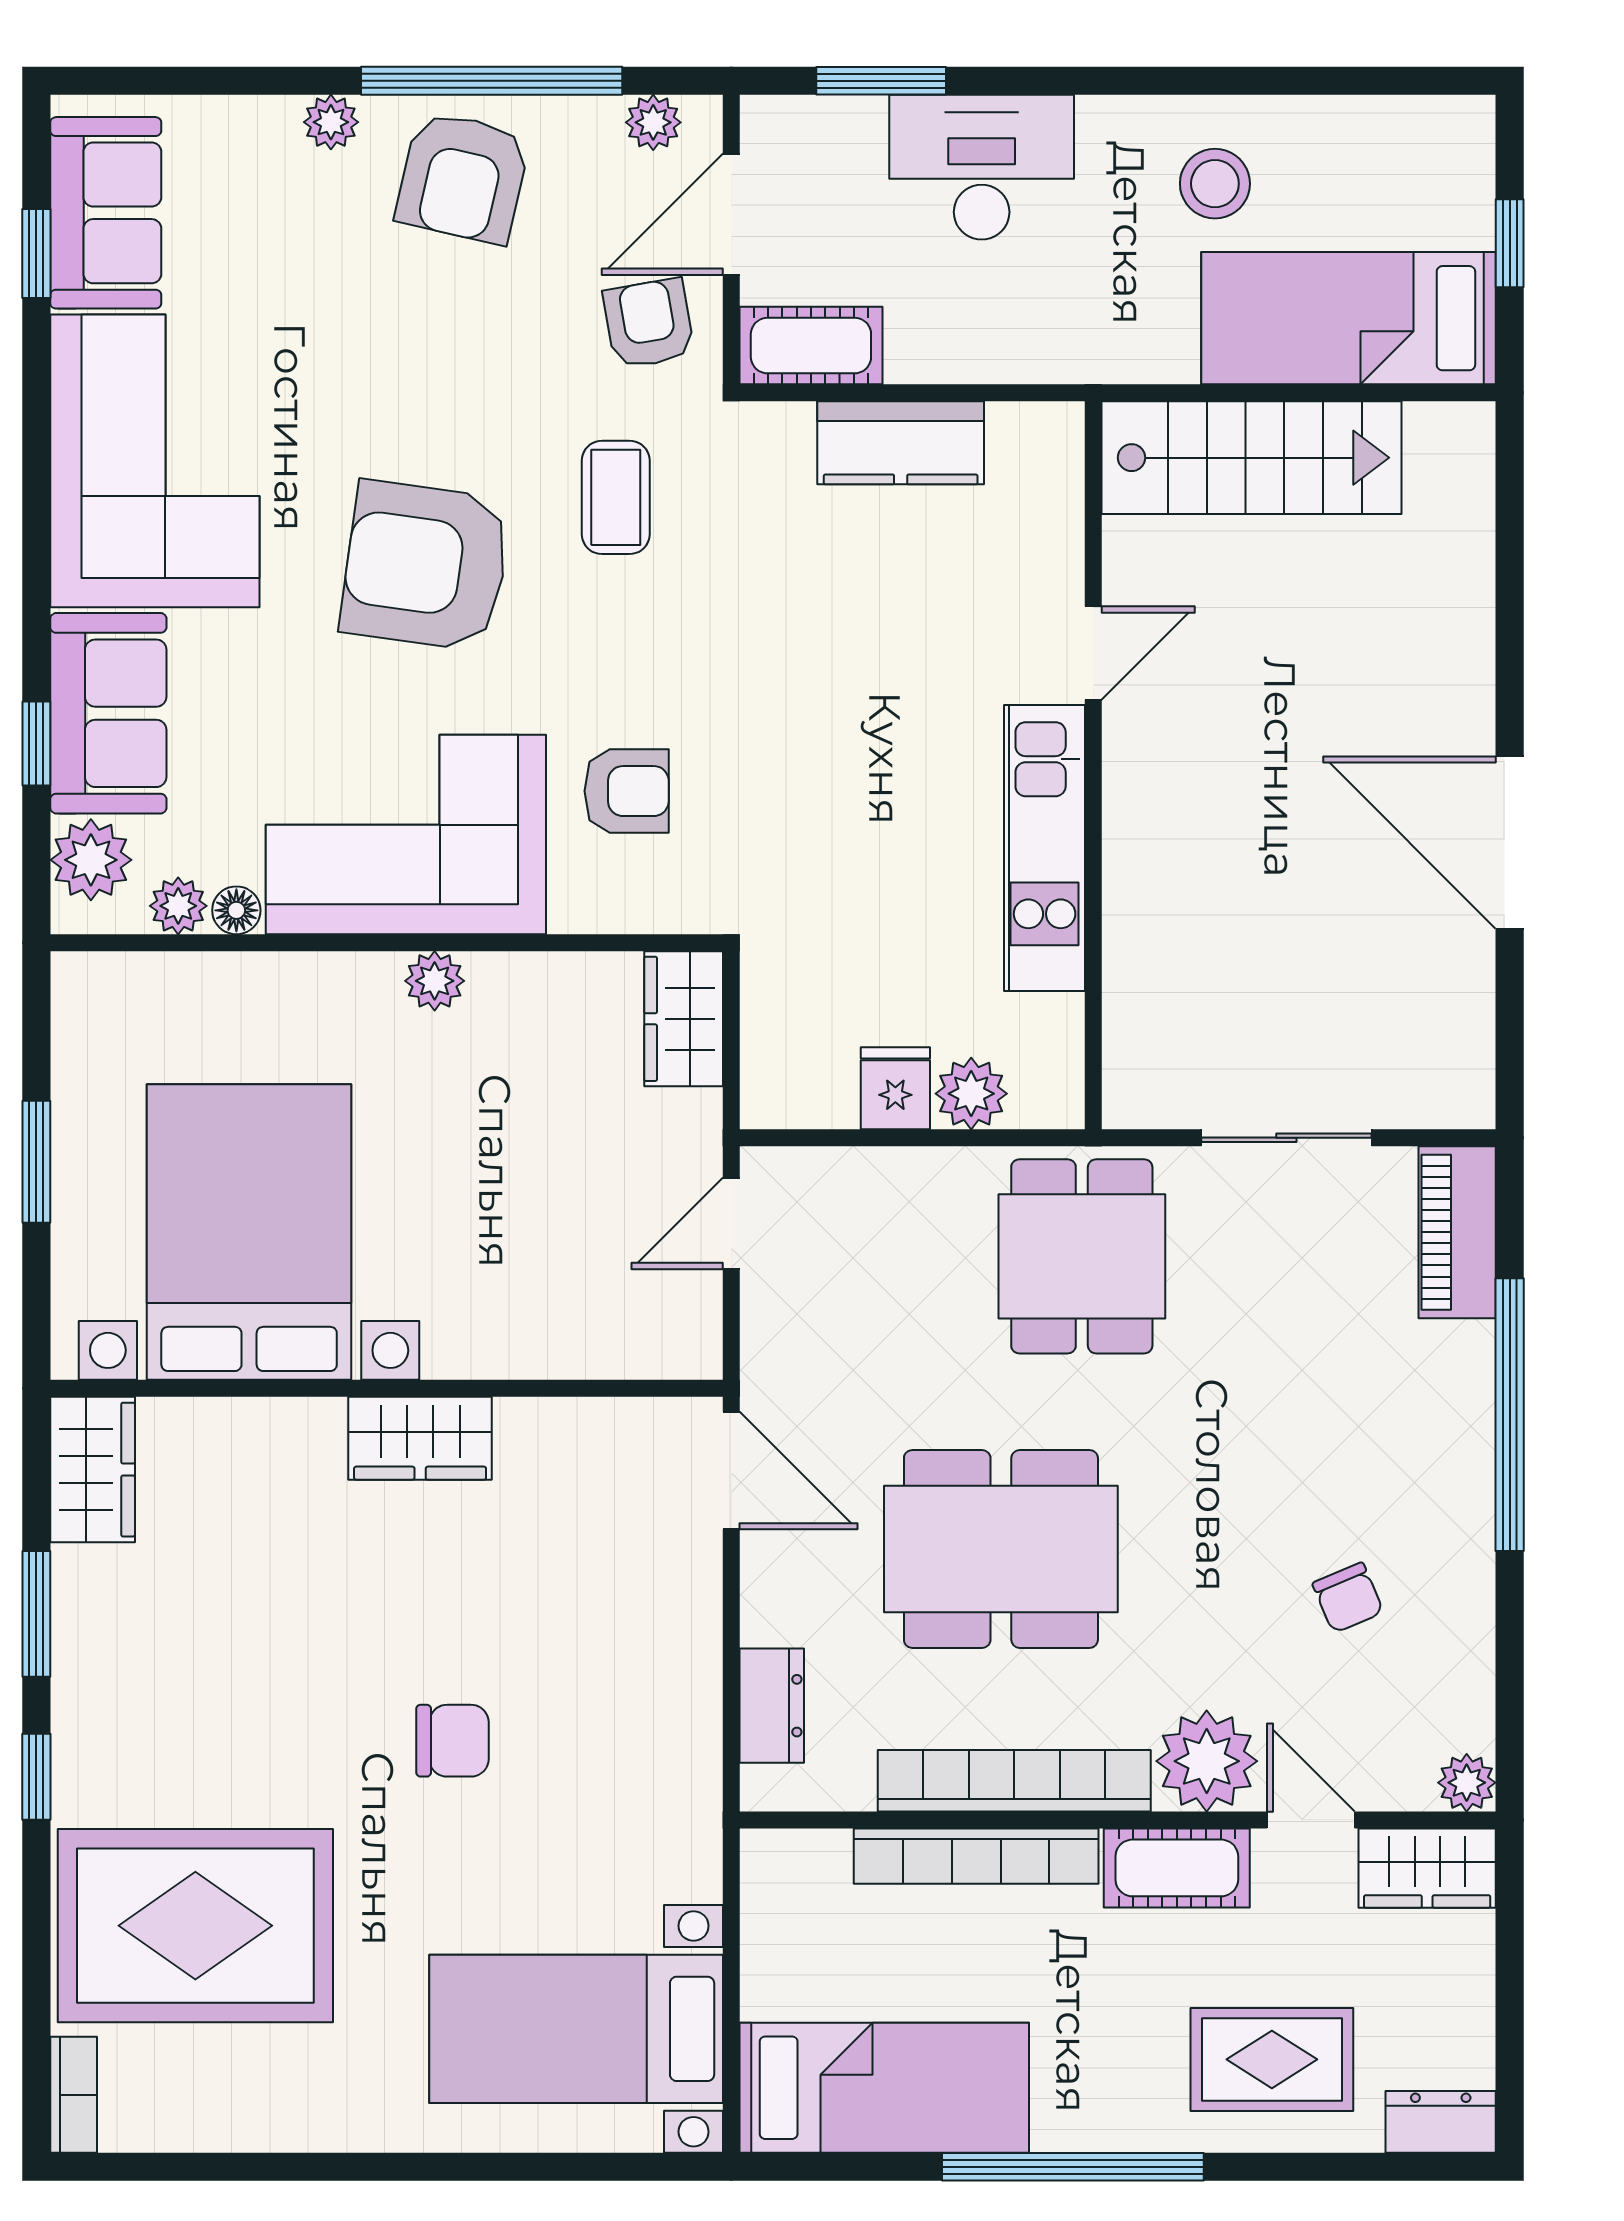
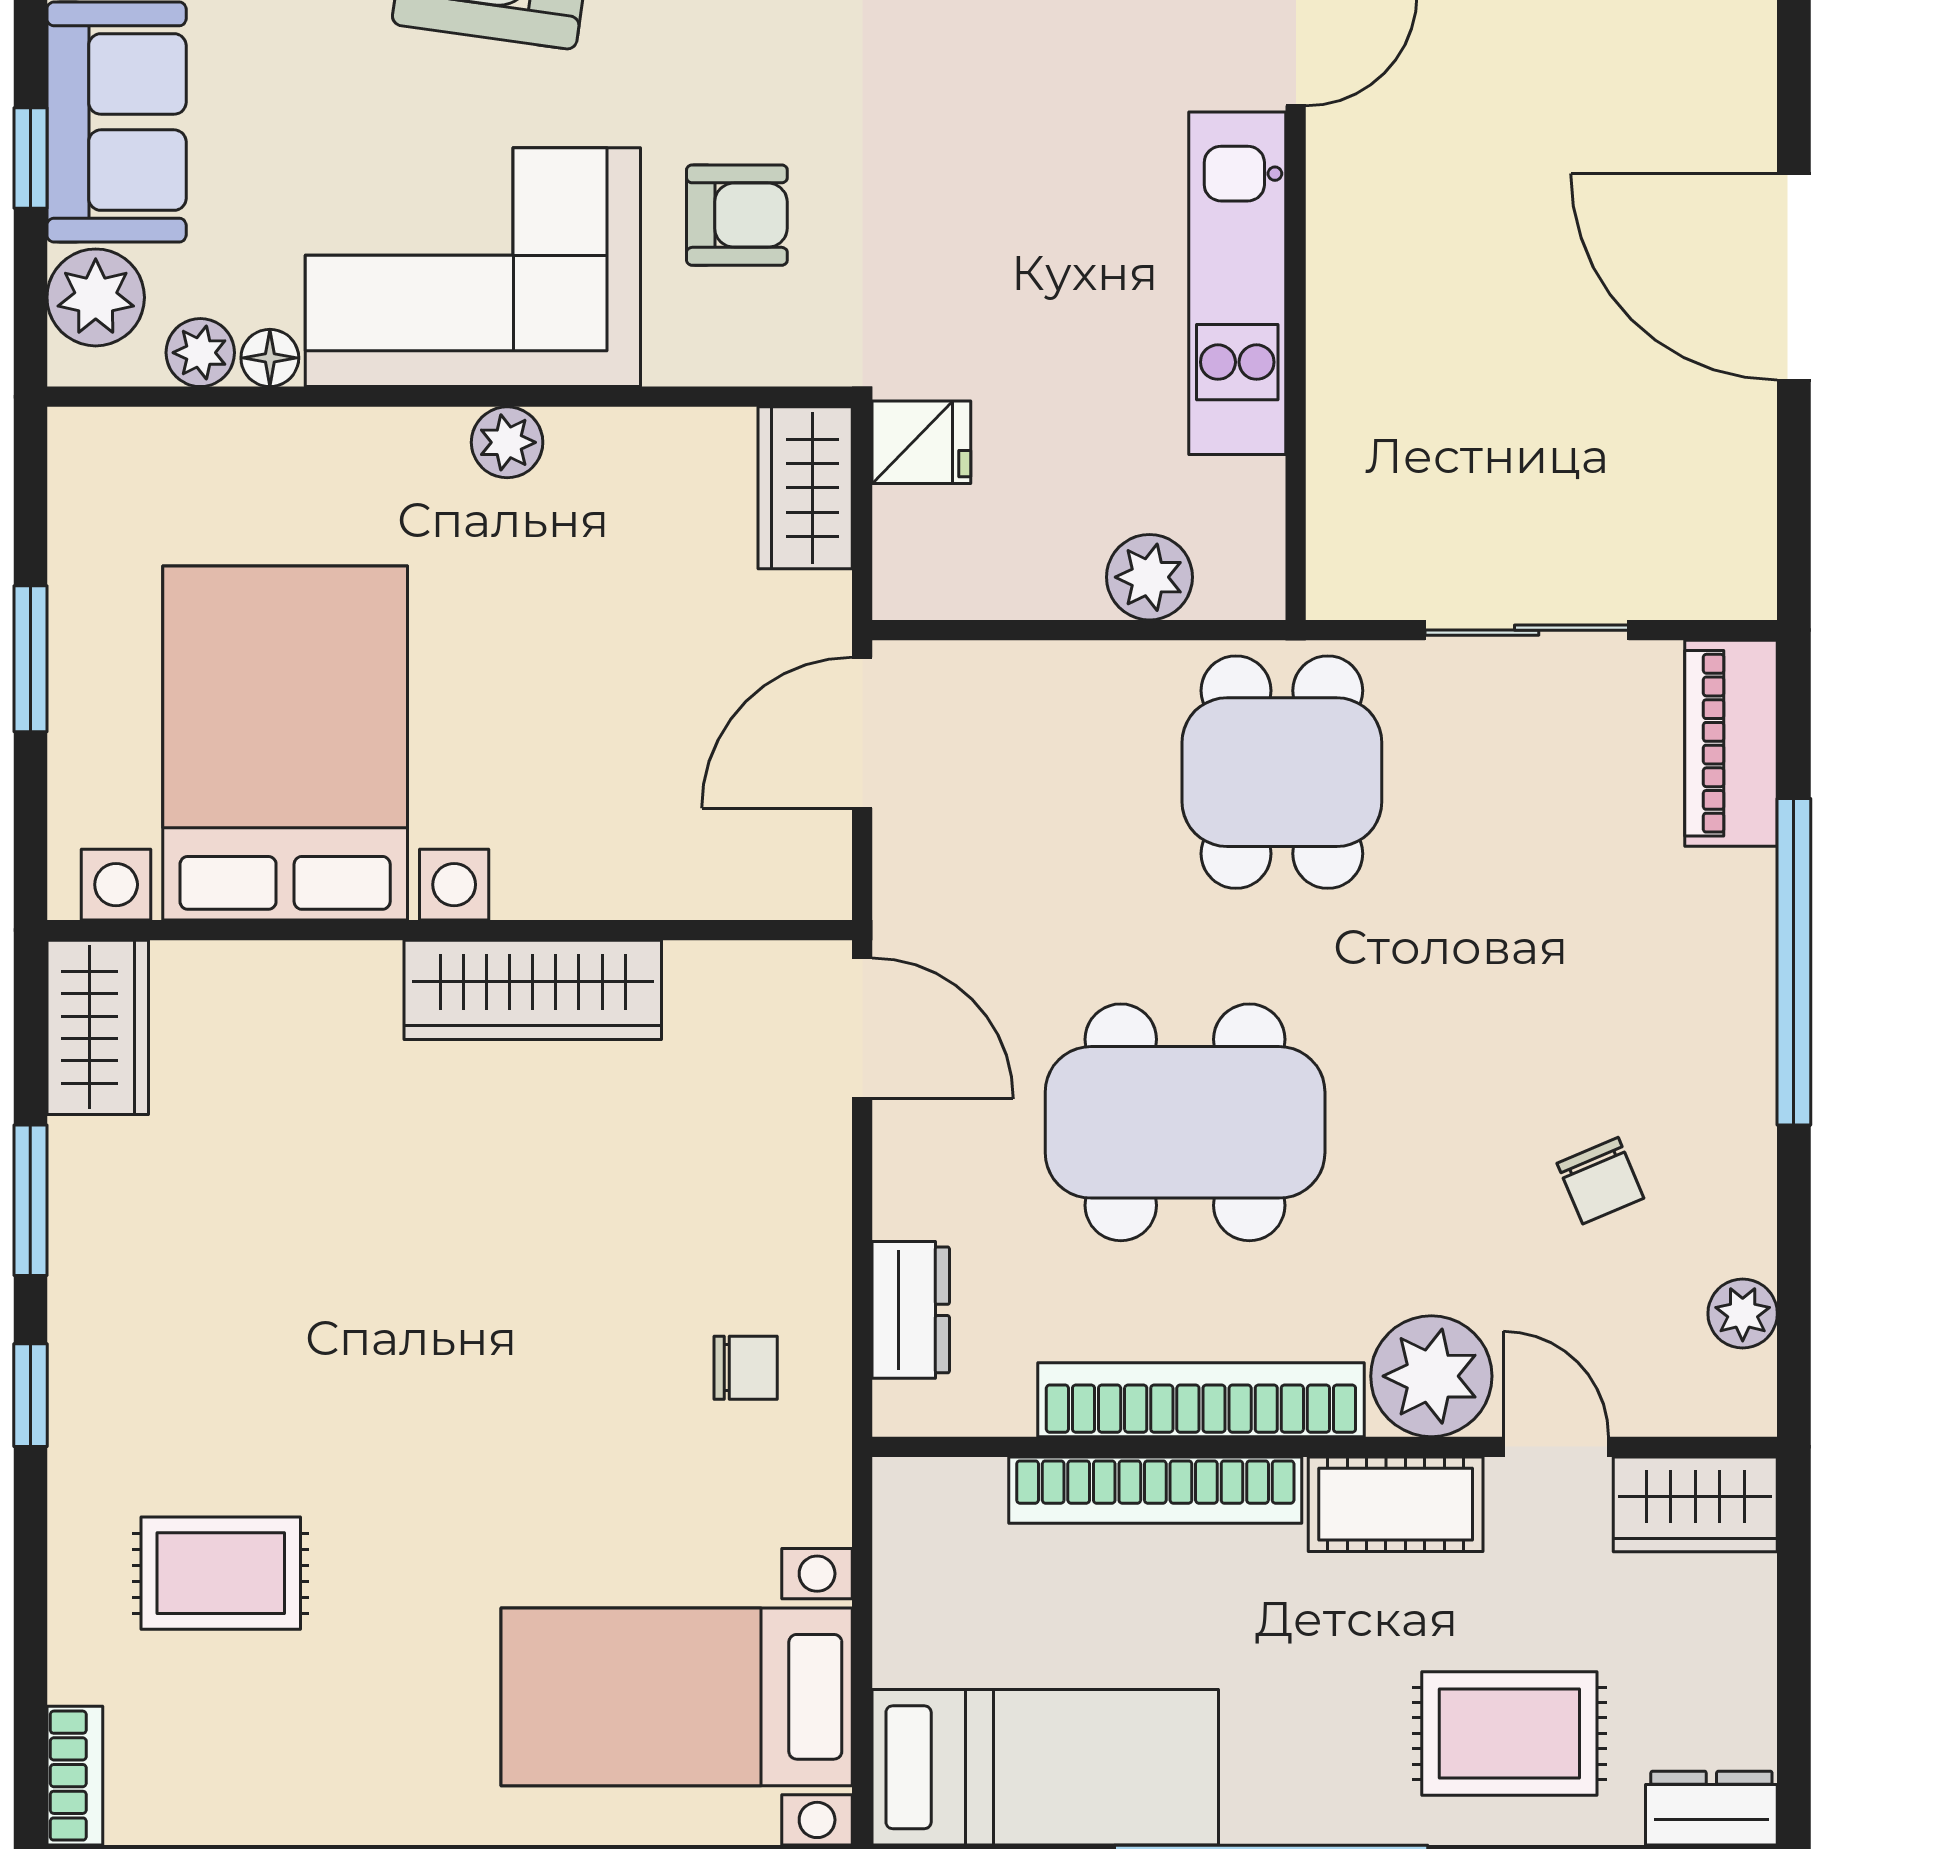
fridge: (895, 1088) -> (921, 442), moved, turned 90
door: (731, 1223) -> (862, 733), width x1.38
wardrobe: (420, 1438) -> (533, 990), width x1.50
chair: (452, 1741) -> (746, 1368), moved, width x0.73, depth x0.73
plant: (1467, 1783) -> (1743, 1314), moved
rug: (195, 1926) -> (221, 1573), width x0.54, depth x0.49

